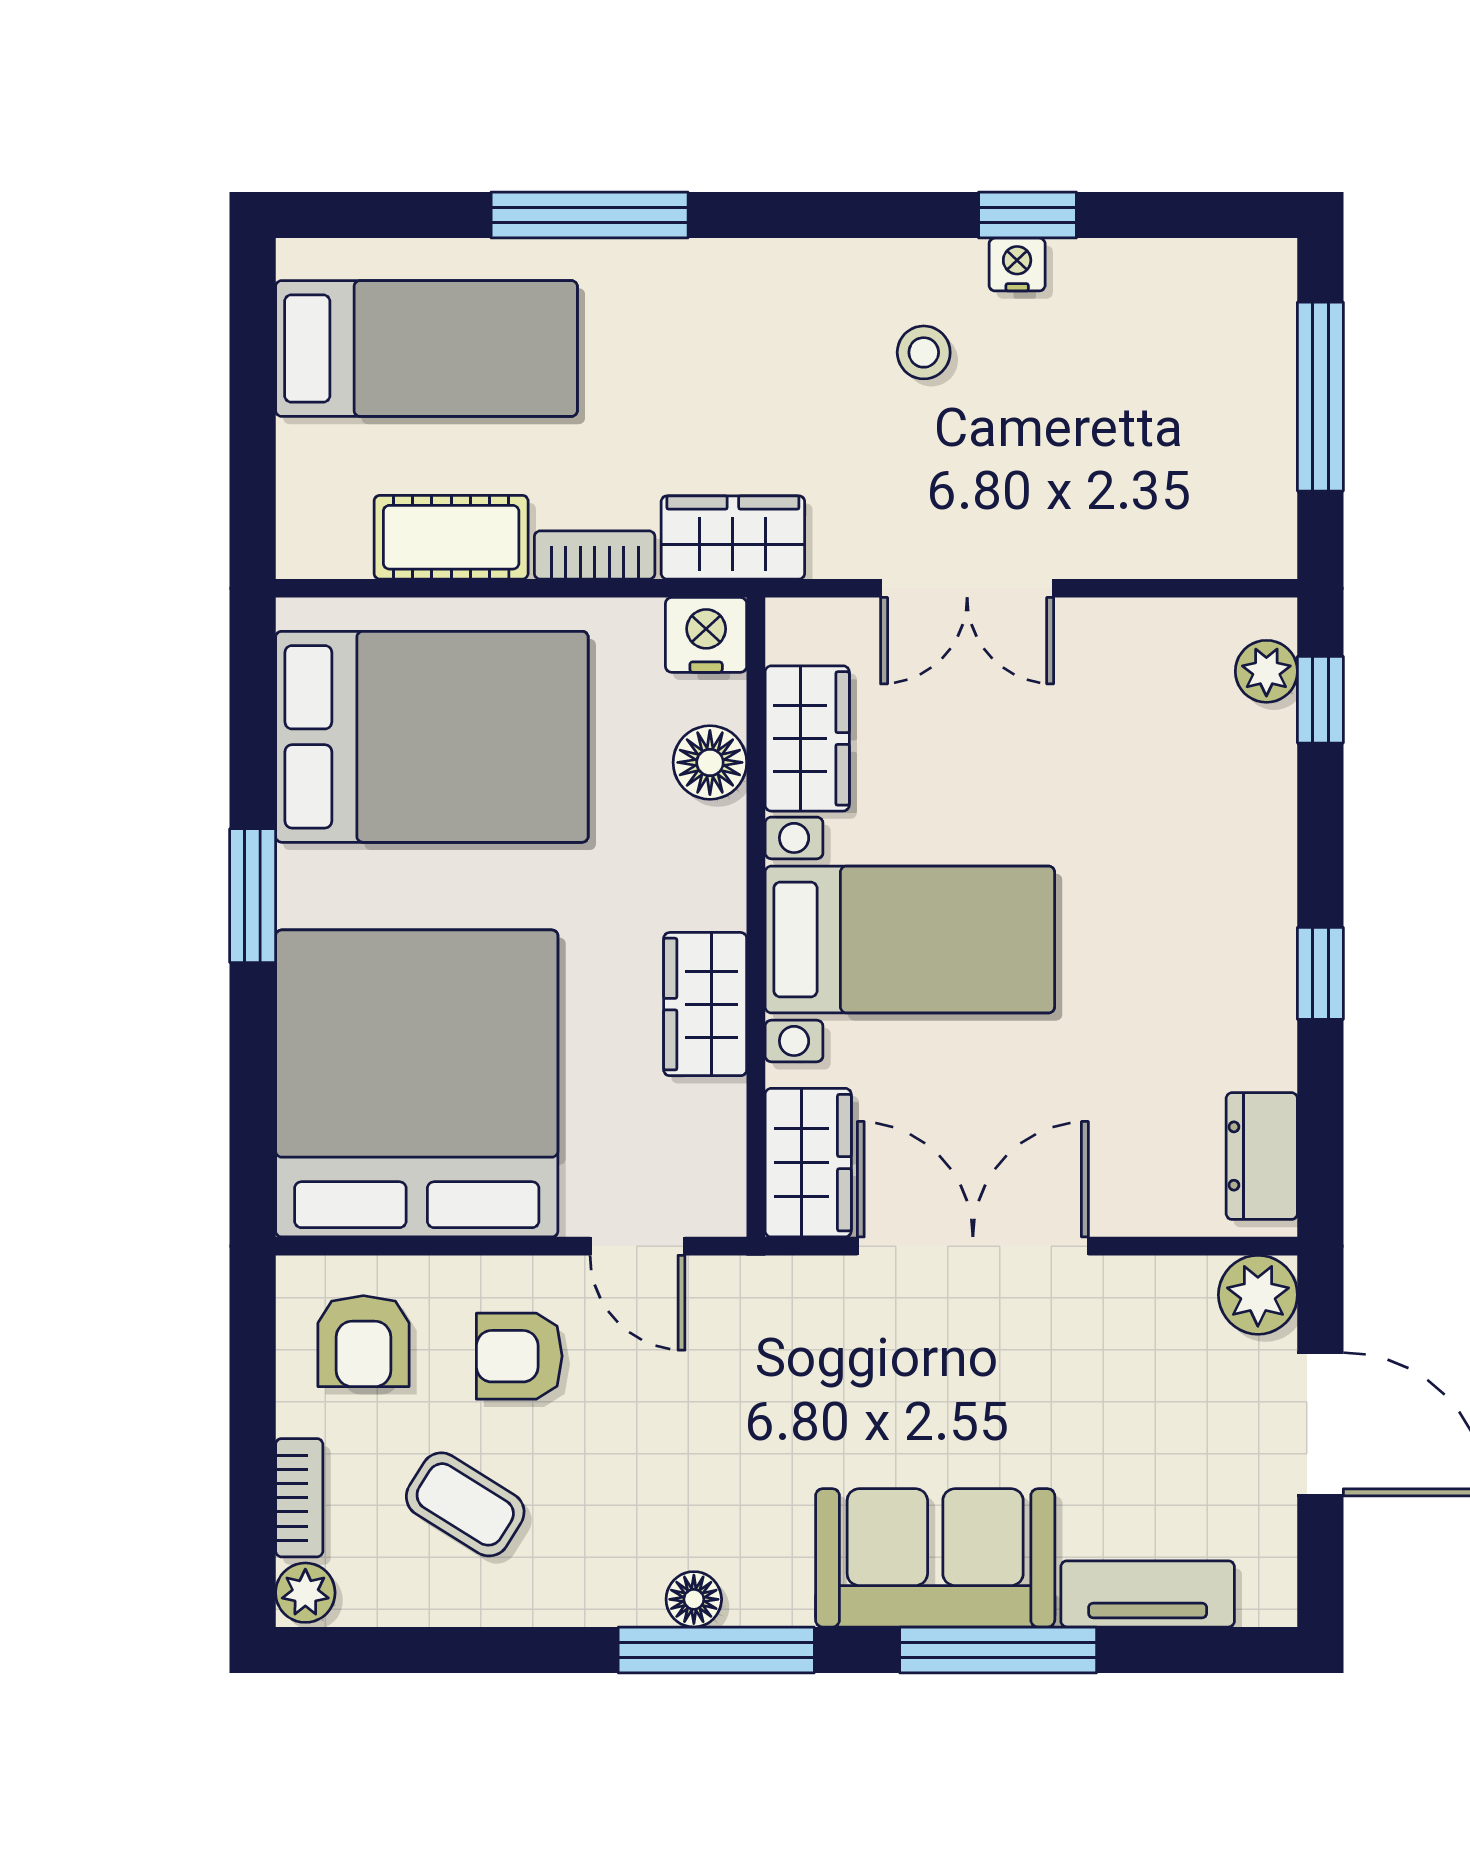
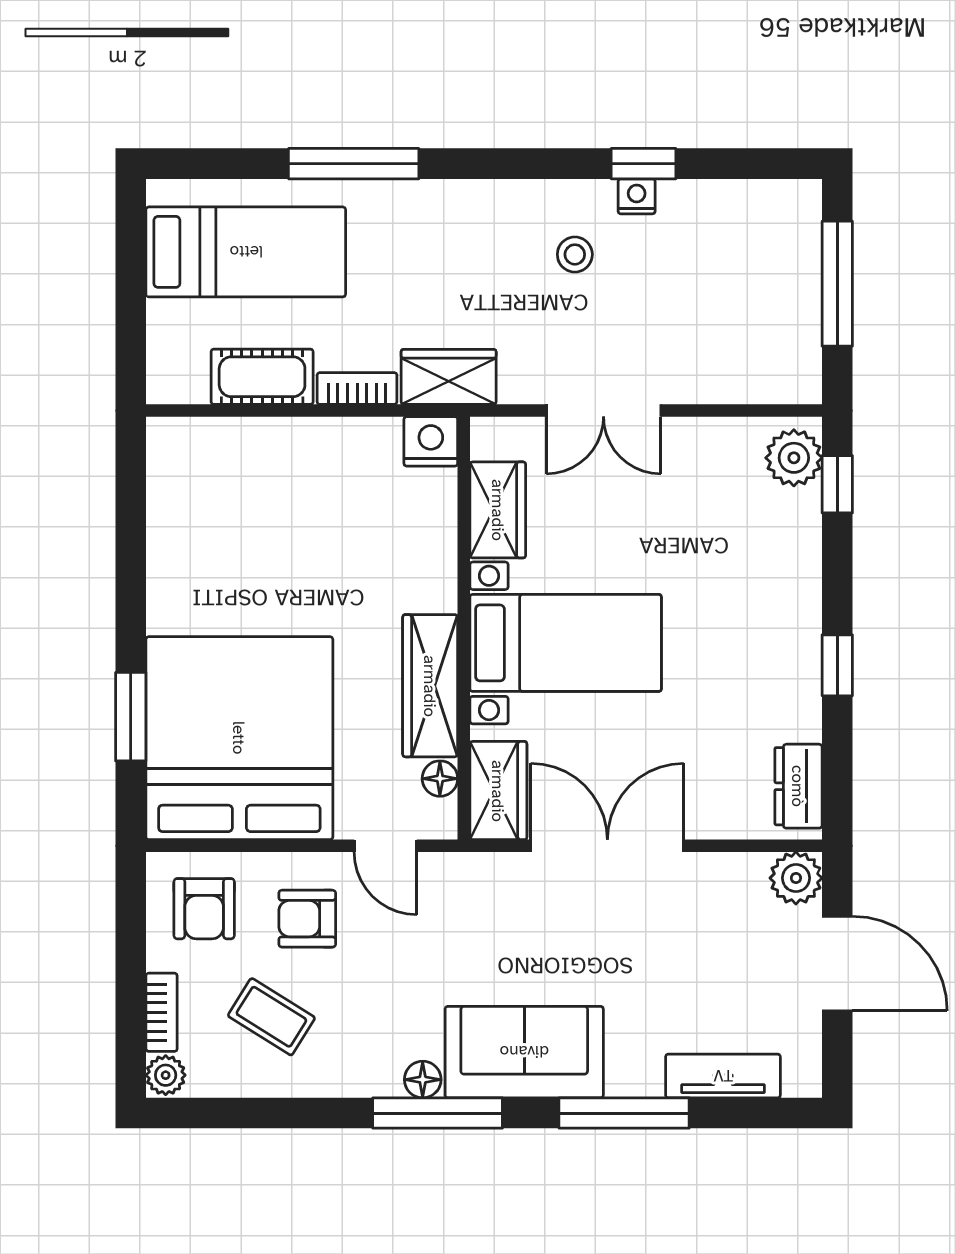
plant: (1266, 671) -> (794, 458), width x1.38, depth x1.38
bed: (432, 737) -> (249, 509), removed
floor lamp: (710, 762) -> (440, 779), moved, width x0.73, depth x0.73
window: (253, 896) -> (131, 717), moved
wardrobe: (705, 1004) -> (430, 686), width x1.50
sofa: (935, 1558) -> (524, 1052), moved

